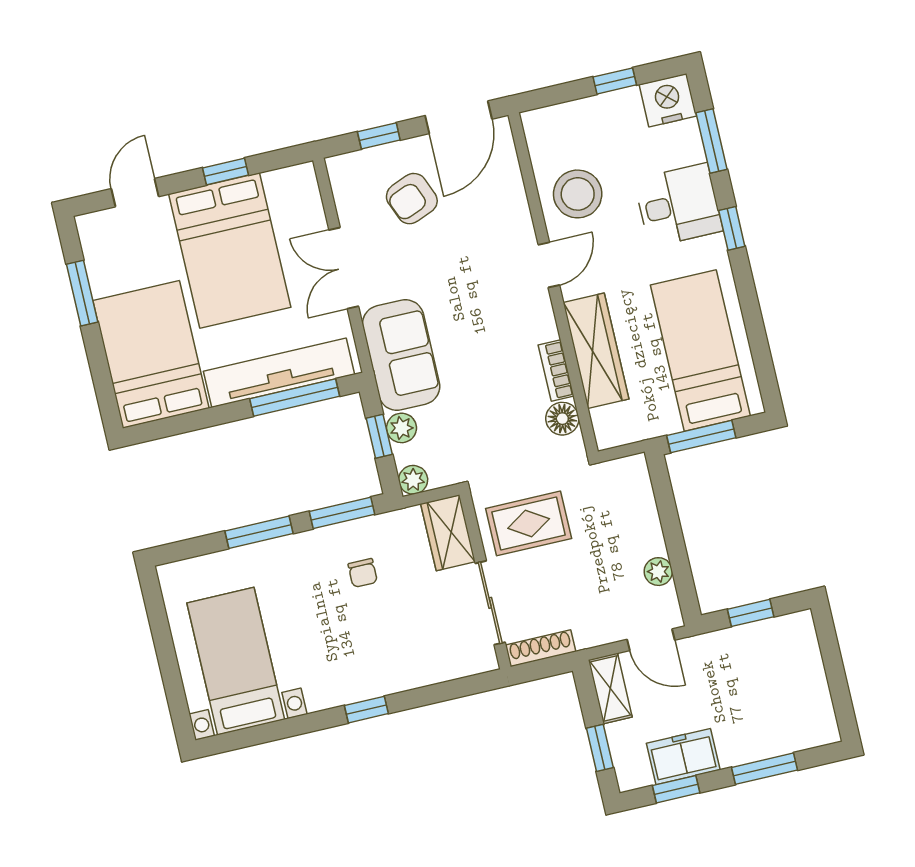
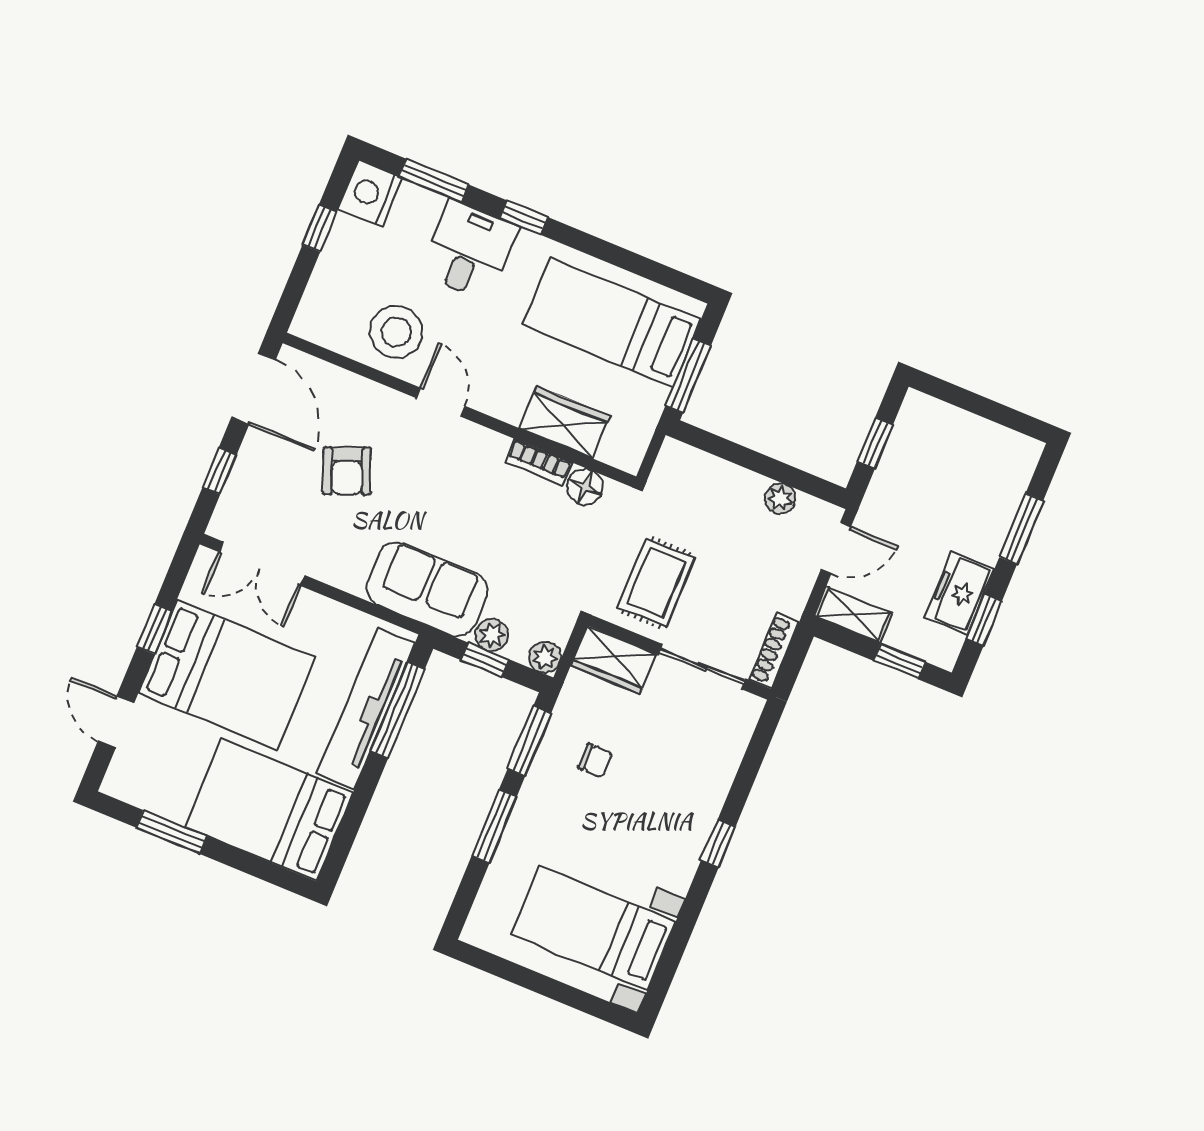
armchair: (412, 199) -> (347, 471), moved
double door: (344, 268) -> (262, 564), moved
wardrobe: (596, 351) -> (564, 422), width x0.67

